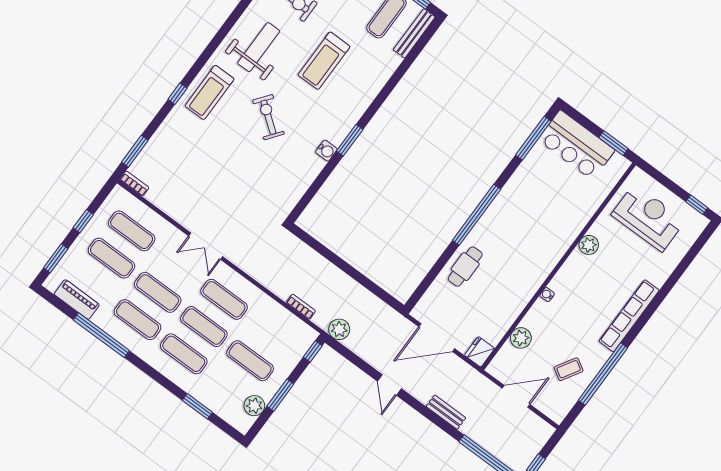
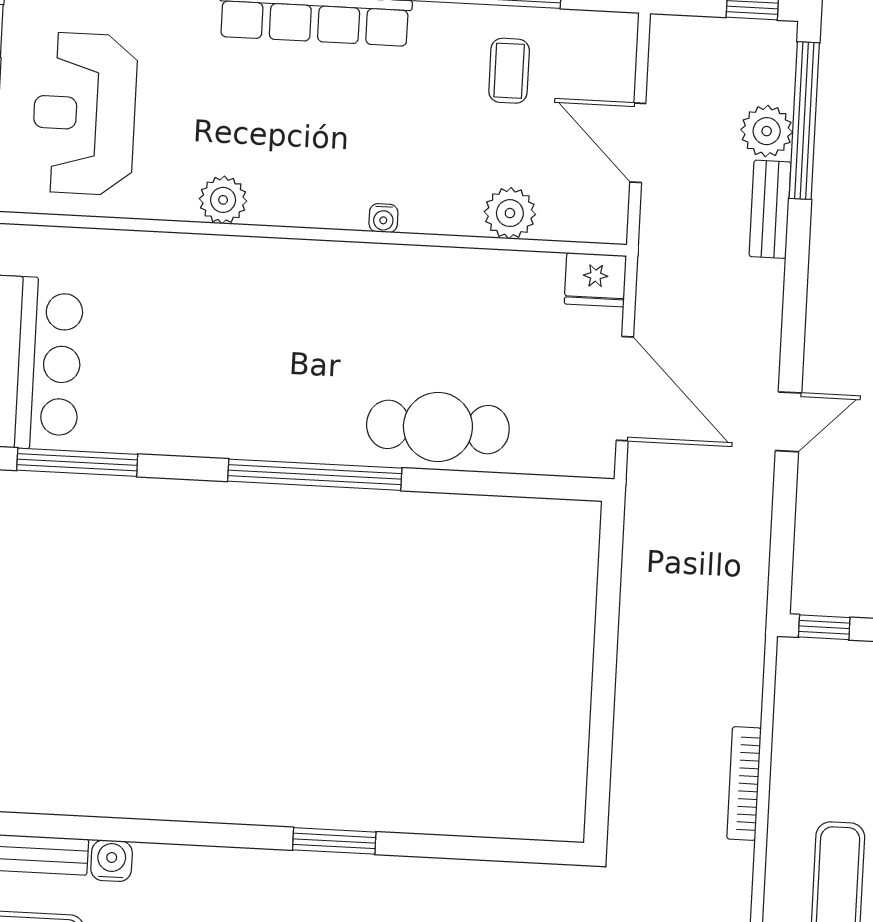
water cooler: (326, 151) -> (112, 861), moved
cafe table: (465, 267) -> (438, 427), width x1.37, depth x1.35
bookcase: (301, 307) -> (744, 784), moved, width x1.56
plant: (339, 329) -> (767, 131), moved
coffee table: (569, 369) -> (509, 71), turned 59
bench: (446, 412) -> (770, 209), moved

